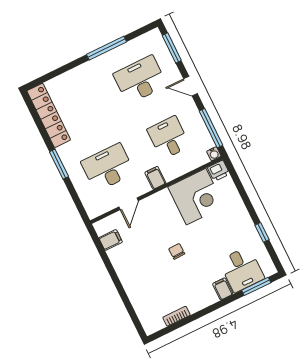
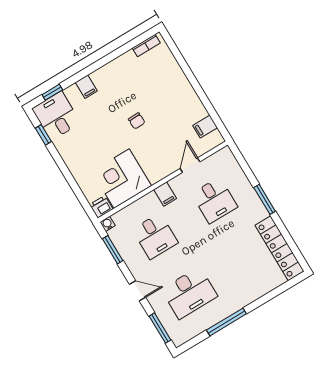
window: (211, 128) -> (113, 250), width x0.69
desk: (108, 168) -> (214, 200), width x0.73
window: (262, 232) -> (43, 135), moved
desk: (242, 269) -> (56, 116), moved
window: (256, 286) -> (52, 92), width x0.67
bookcase: (176, 316) -> (146, 46), moved

